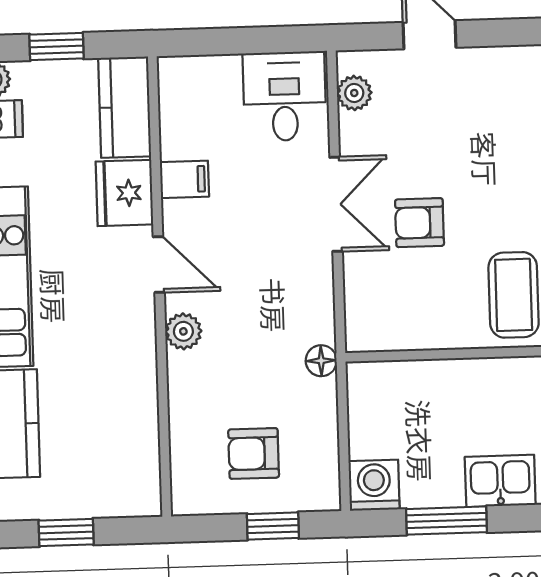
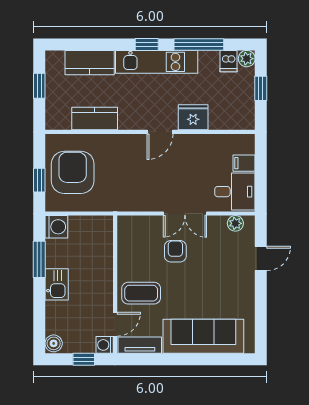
kitchen counter: (125, 107) -> (95, 119), moved
filing cabinet: (184, 179) -> (244, 163), moved, turned 90
plant: (183, 331) -> (129, 142), removed
floor lamp: (321, 361) -> (114, 205), removed
armchair: (254, 453) -> (73, 172), width x1.88, depth x1.88

